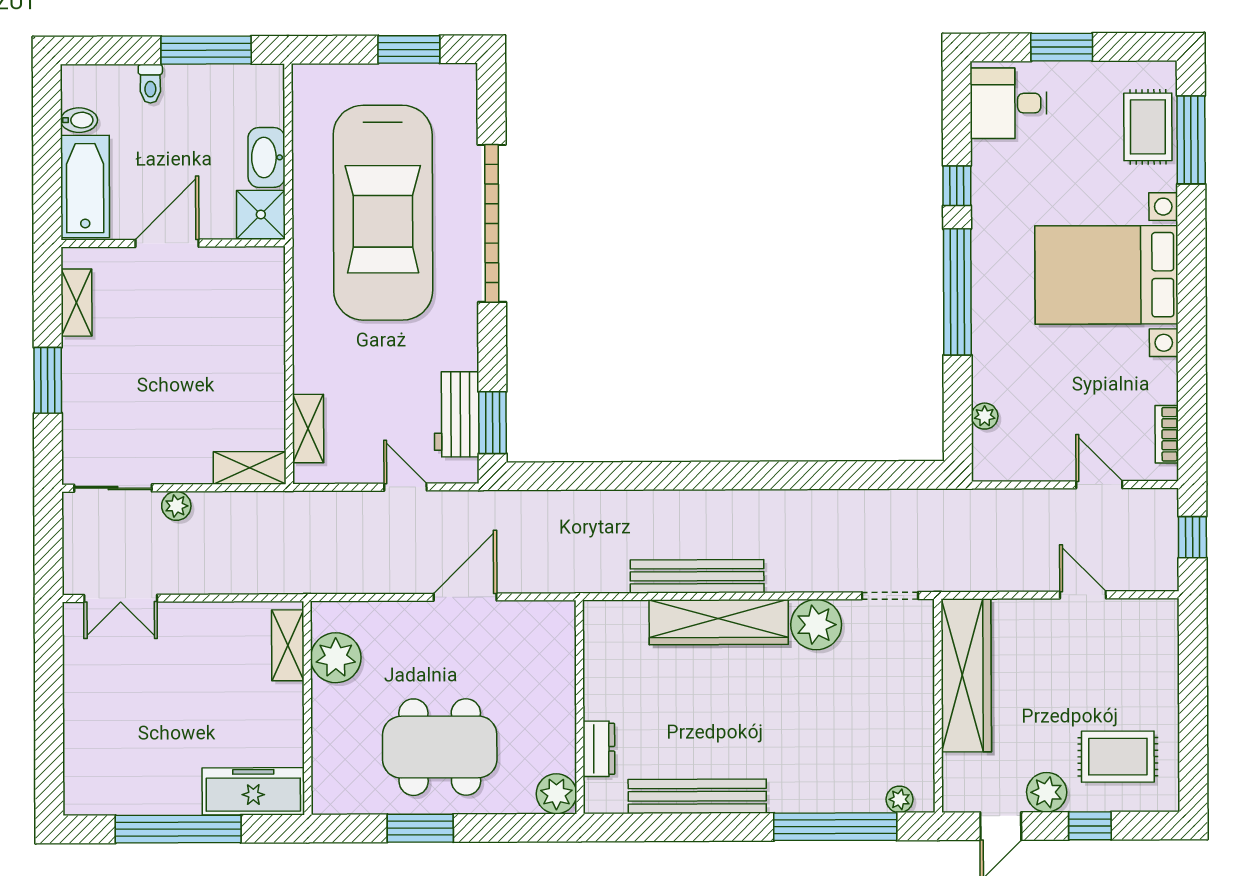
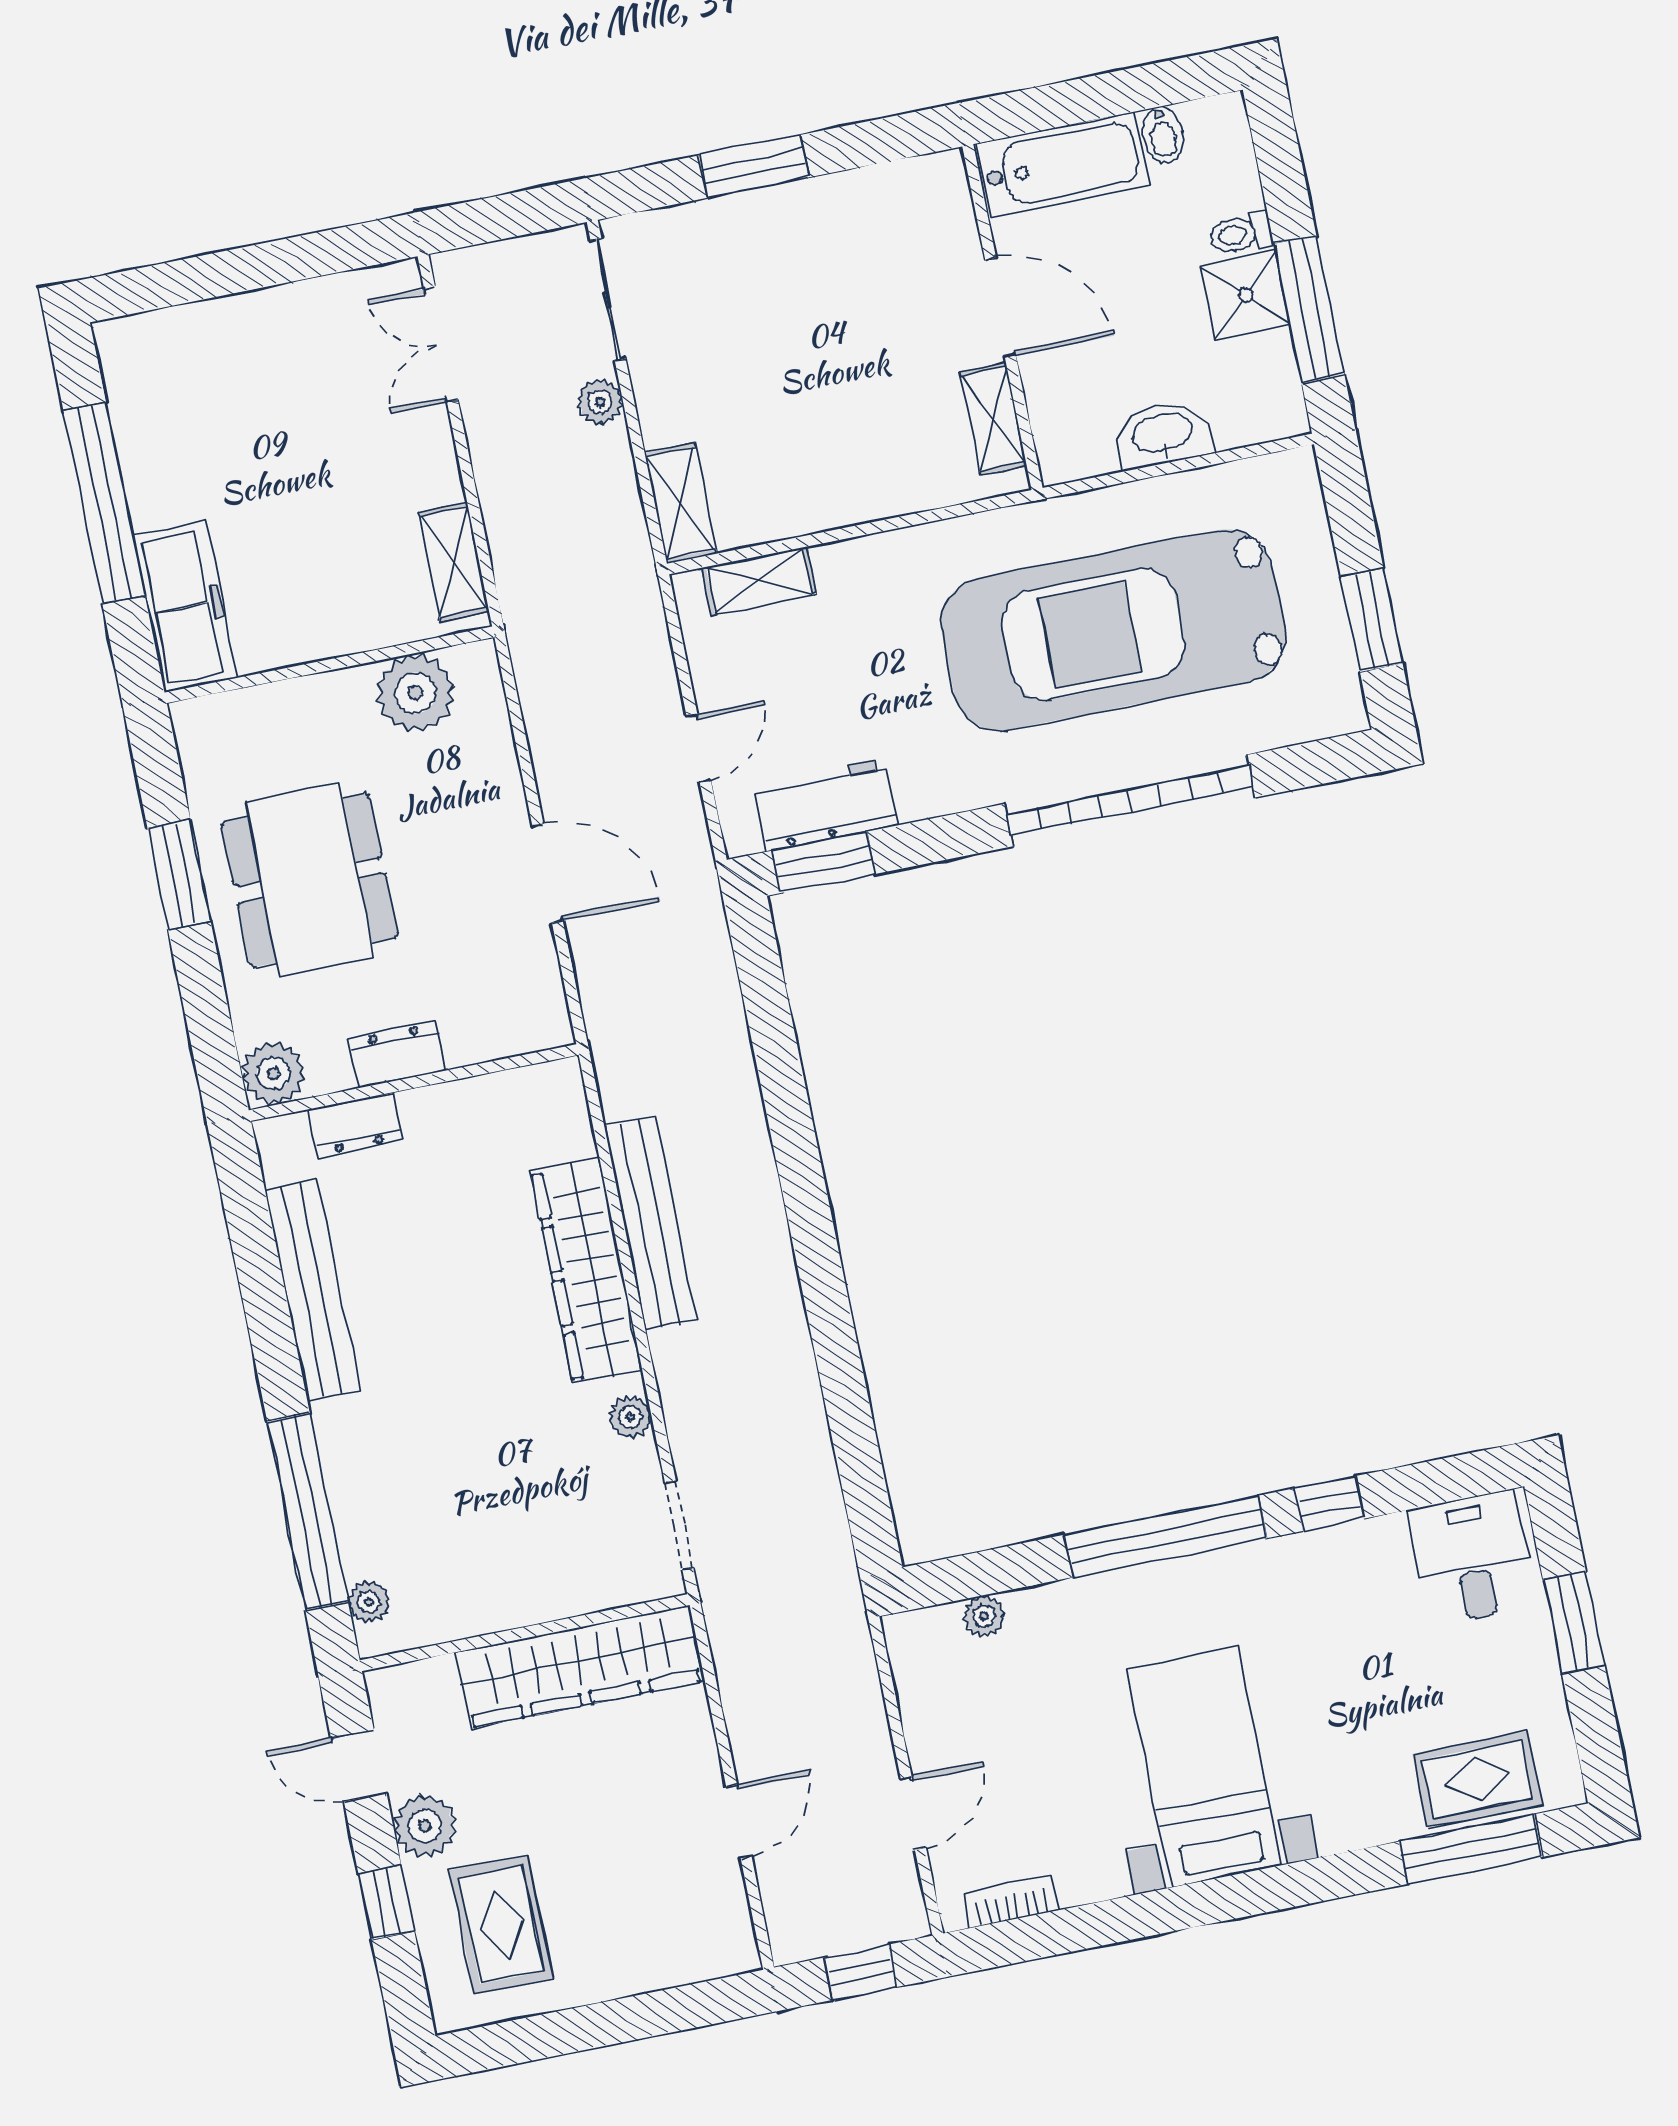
shower: (261, 214) -> (1246, 295), moved
bed with nightstands: (1106, 275) -> (1204, 1767), width x0.73
shelving: (77, 303) -> (993, 419), moved, turned 90
plant: (816, 625) -> (630, 1417), width x0.53, depth x0.53
shelving: (288, 645) -> (454, 562), moved, turned 90
dresser: (560, 714) -> (397, 1055), added

